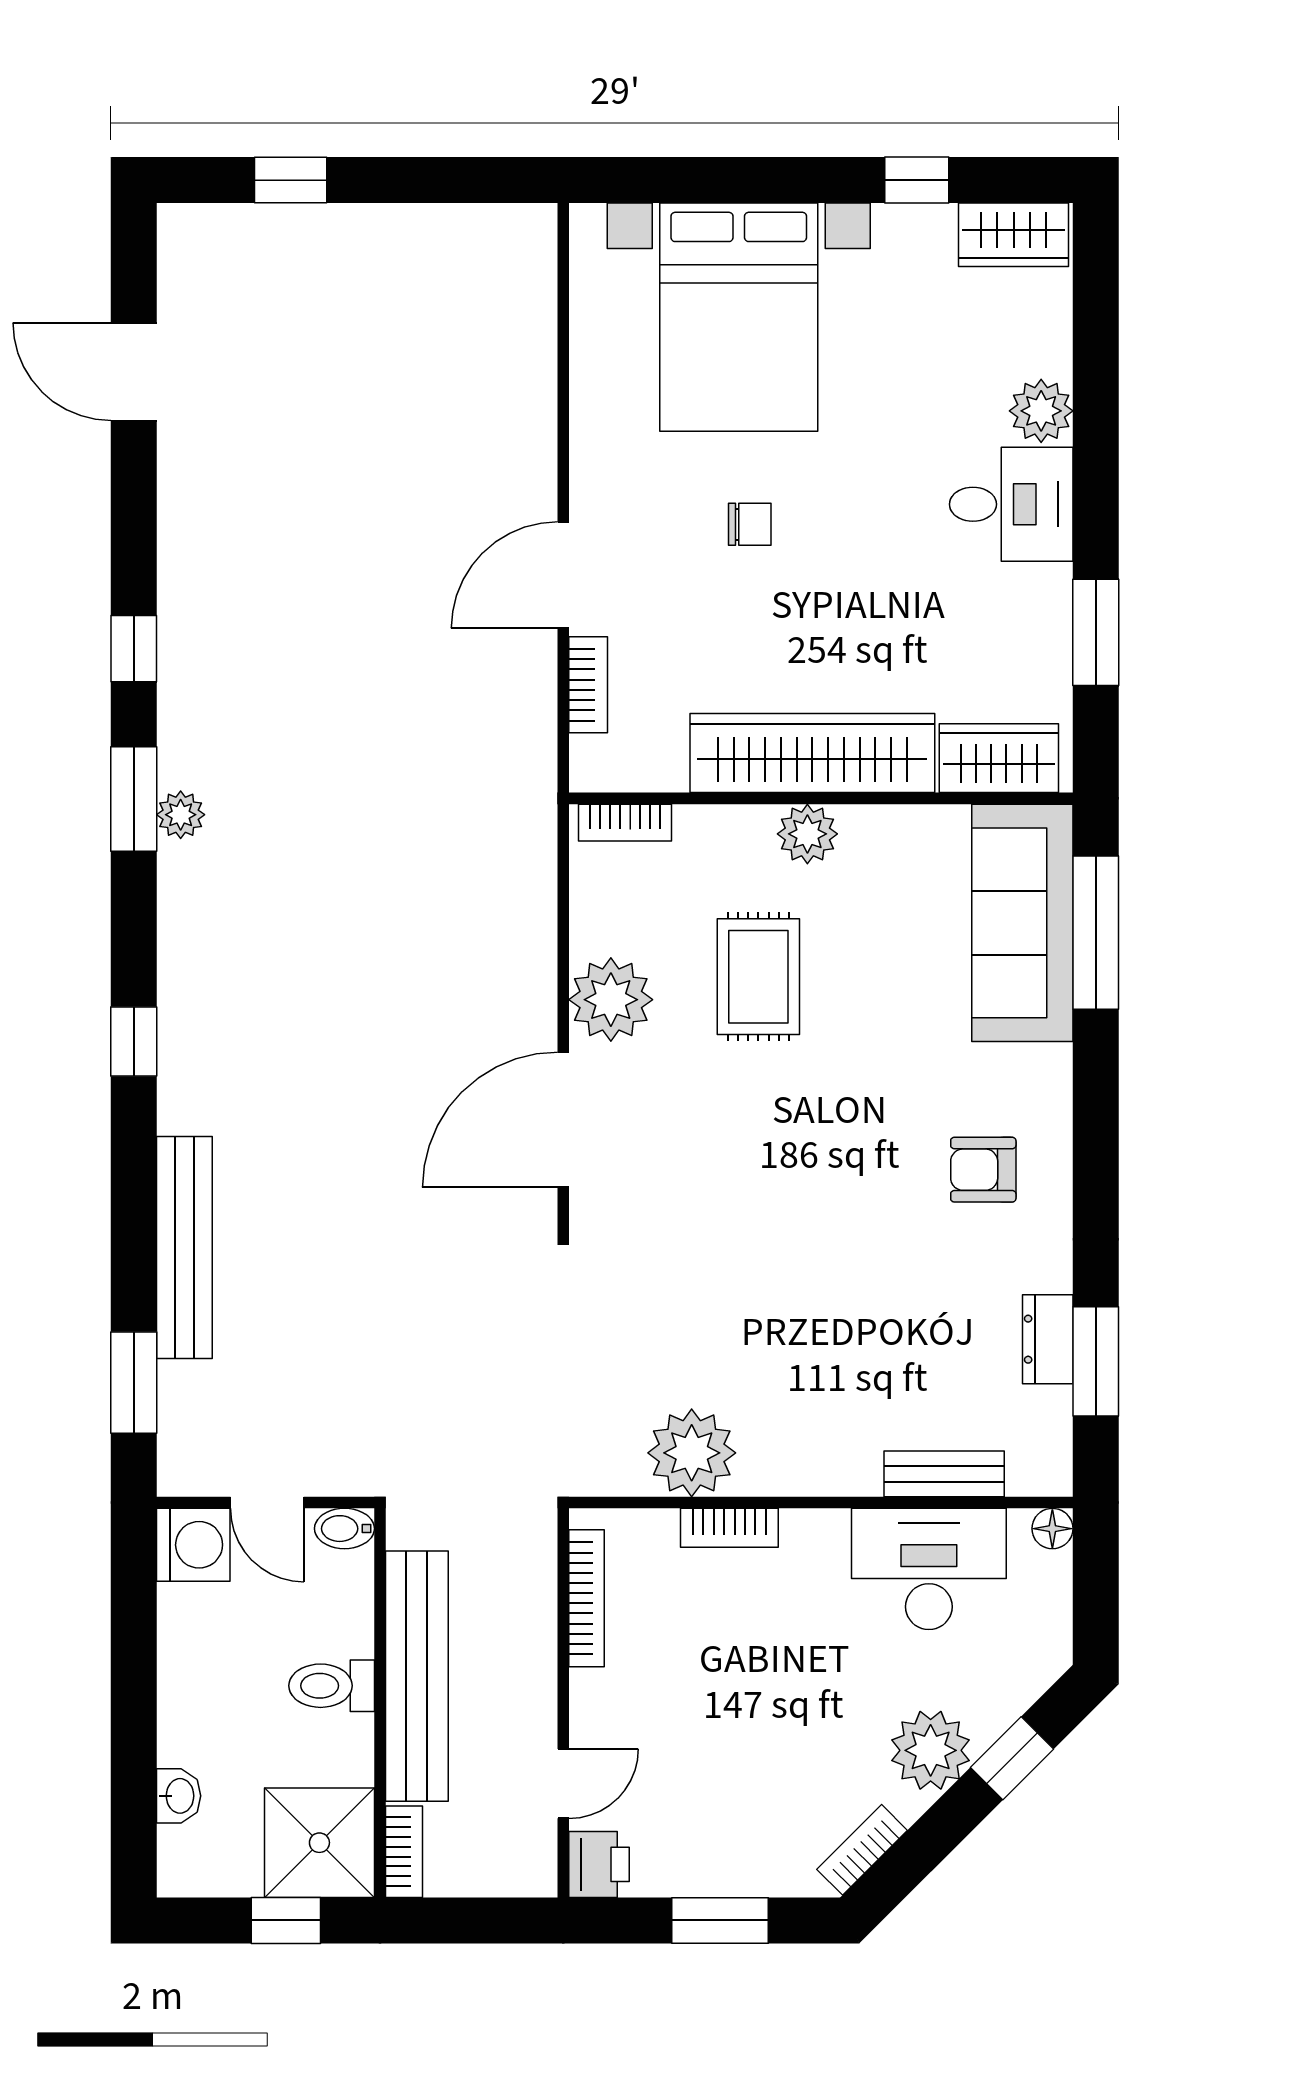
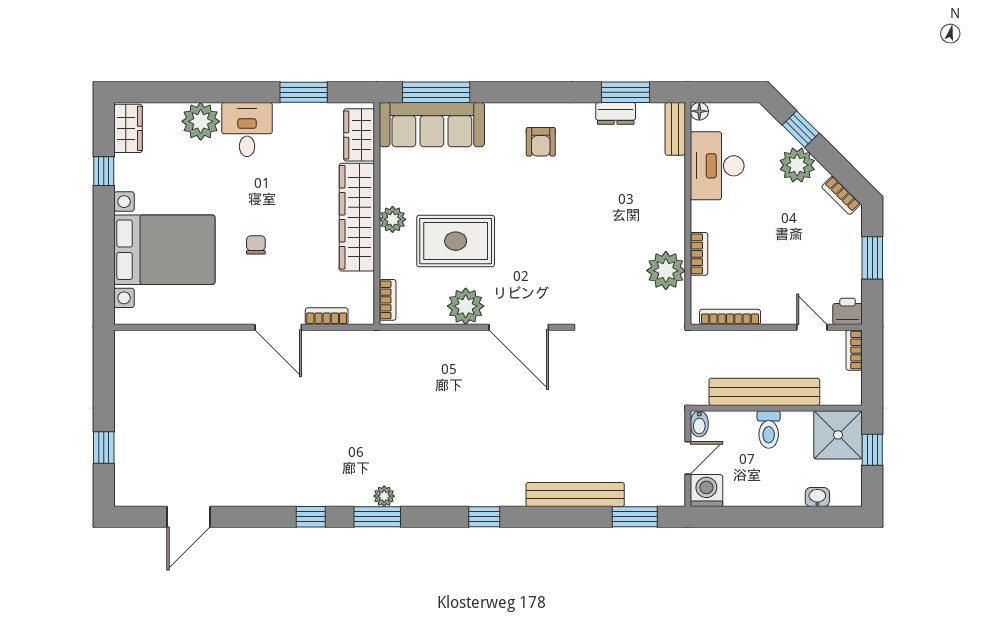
plant: (1041, 411) -> (201, 121), width x1.36, depth x1.36
rug: (758, 977) -> (456, 241), width x1.36, depth x1.43
bench: (944, 1474) -> (675, 129), moved
bookcase: (404, 1852) -> (854, 350), moved, turned -90

